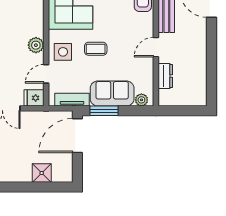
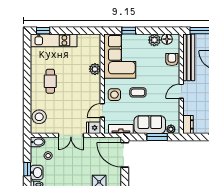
plant: (36, 45) -> (95, 69), moved
dresser: (165, 76) -> (188, 124), moved
window: (104, 111) -> (157, 137), moved
door: (77, 136) -> (125, 155), hinge flipped

